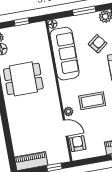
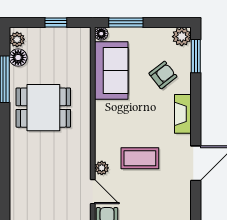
window: (84, 11) -> (126, 22), moved
sofa: (65, 54) -> (111, 71), width x0.73

